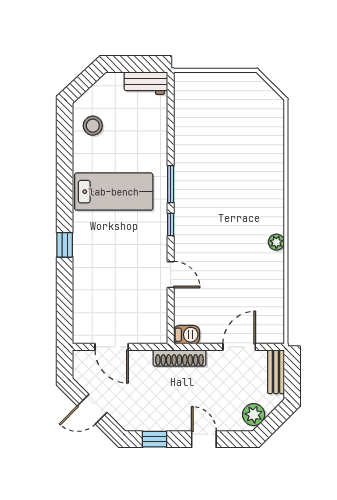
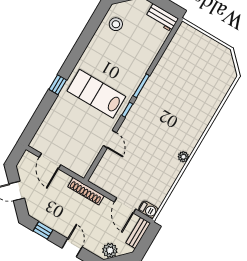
lab bench: (114, 192) -> (96, 94), moved, turned 180
barbecue: (187, 335) -> (148, 210), moved
door: (239, 347) -> (125, 206), swing flipped

